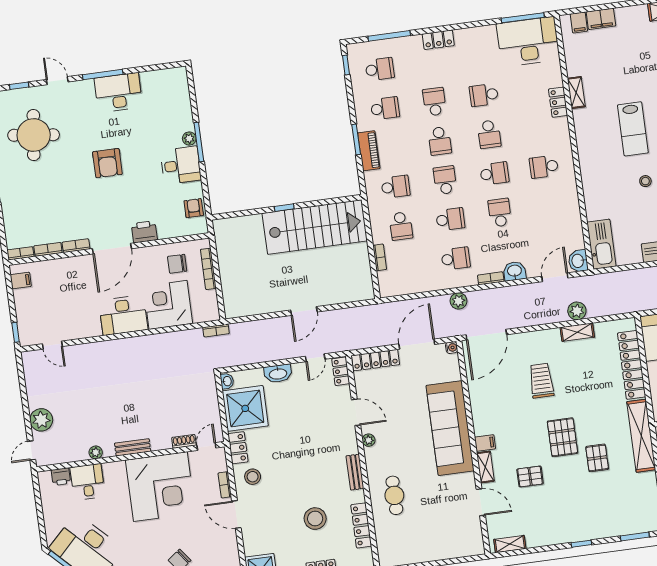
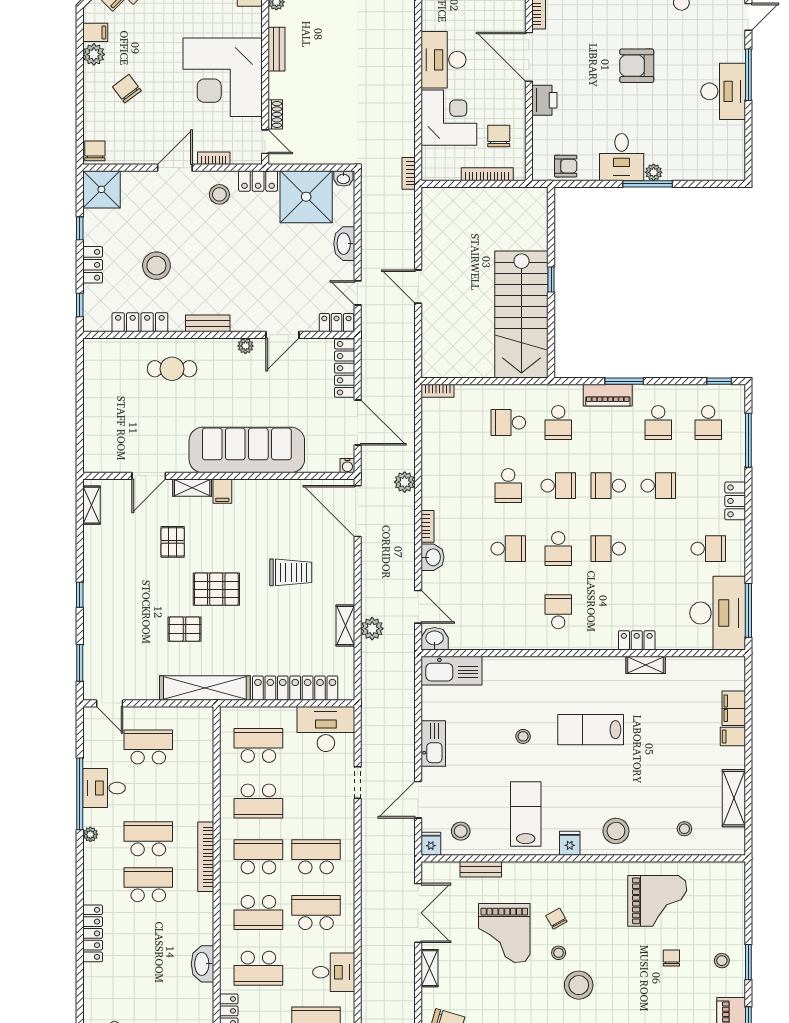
filing cabinet: (579, 23) -> (733, 737), moved
school desk: (484, 95) -> (708, 549), moved, turned 90
bookcase: (380, 257) -> (438, 391), moved
school desk: (456, 258) -> (458, 486), removed

